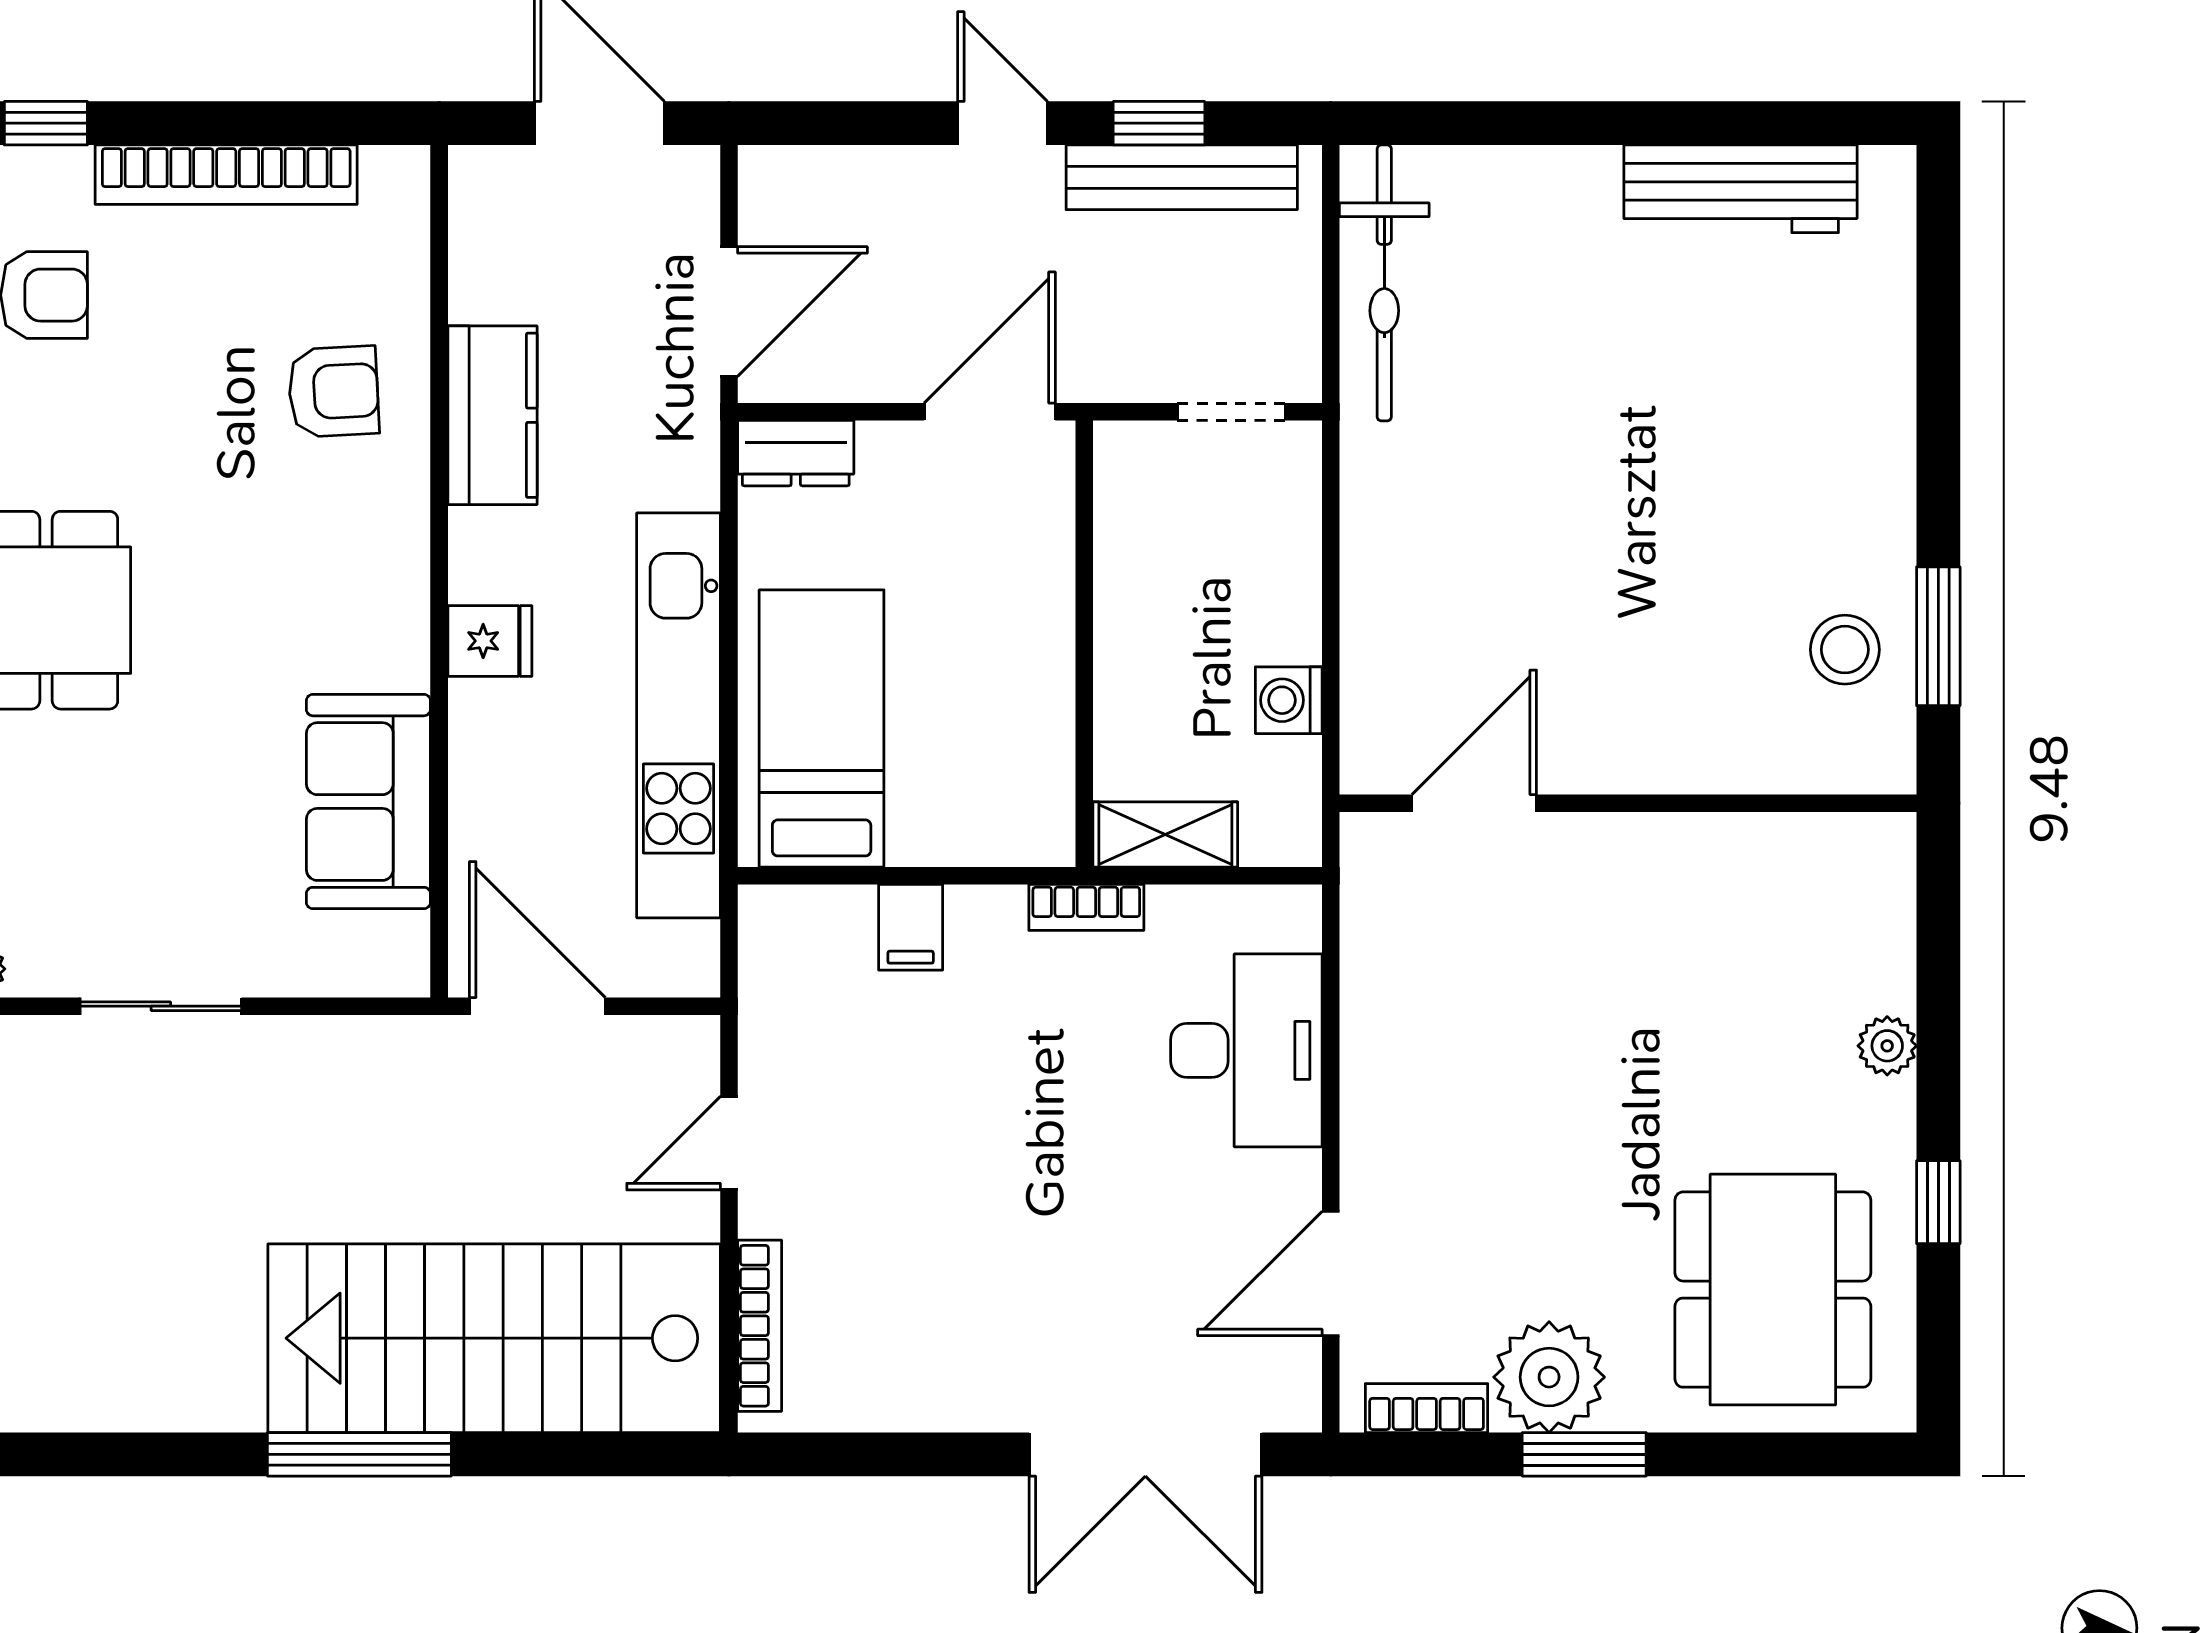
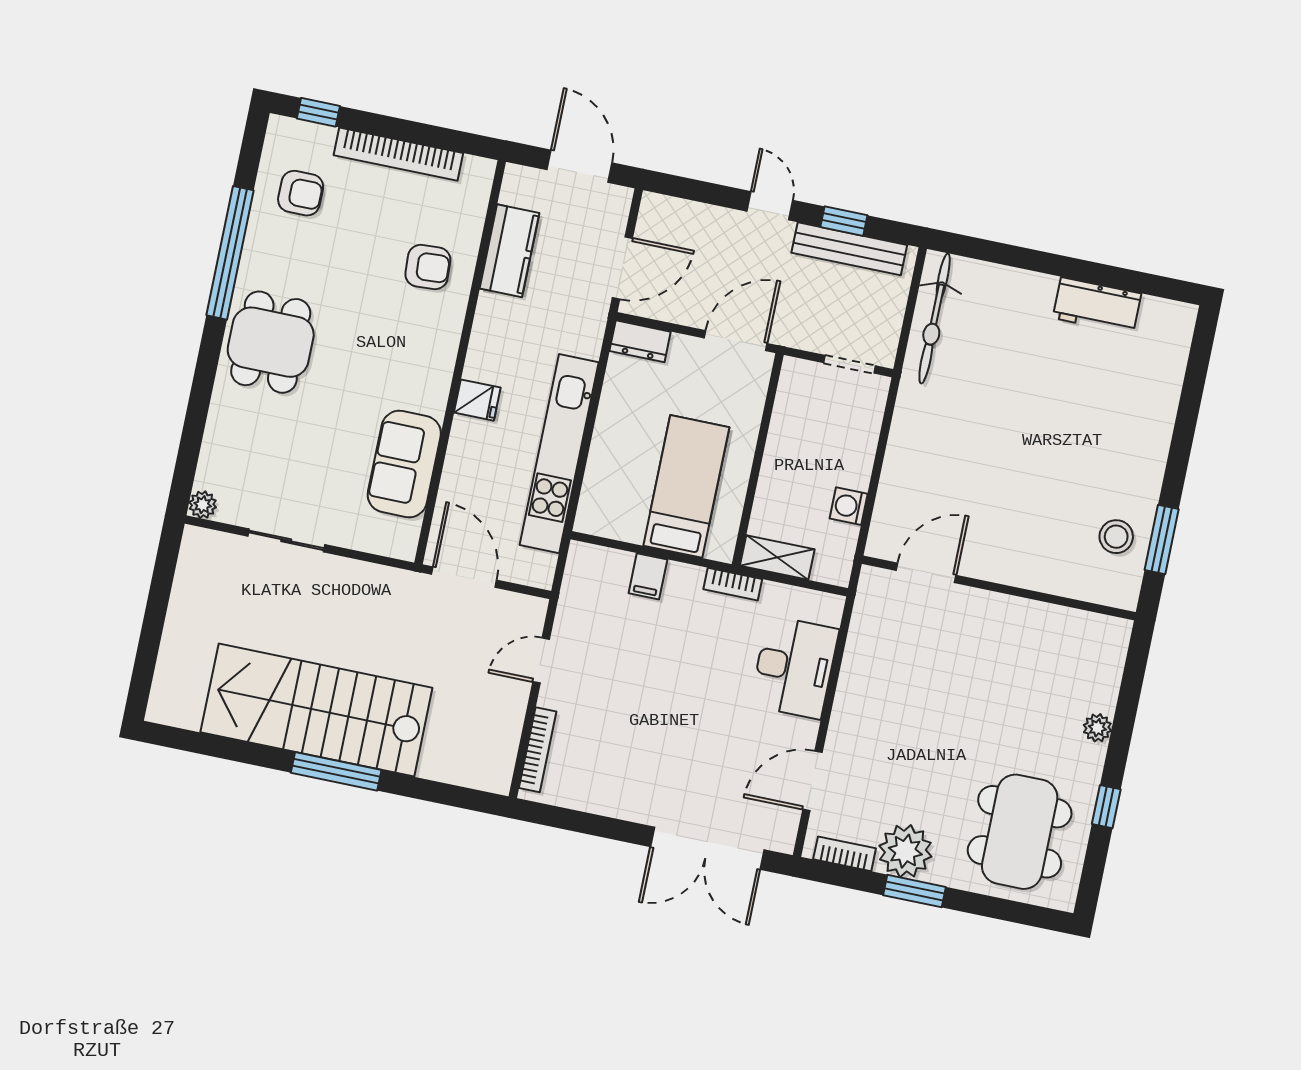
workbench: (1740, 189) -> (1097, 306), width x0.73
kitchen counter: (492, 415) -> (509, 251), moved
bed: (822, 728) -> (686, 486), moved
stairs: (494, 1338) -> (316, 710), moved

